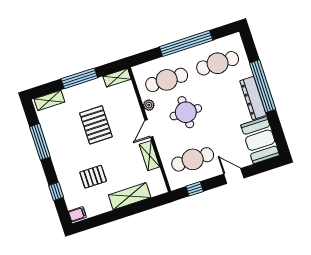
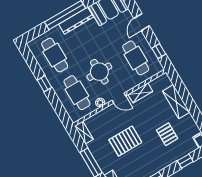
window: (186, 43) -> (44, 84), width x0.32

